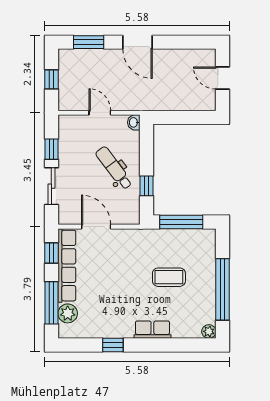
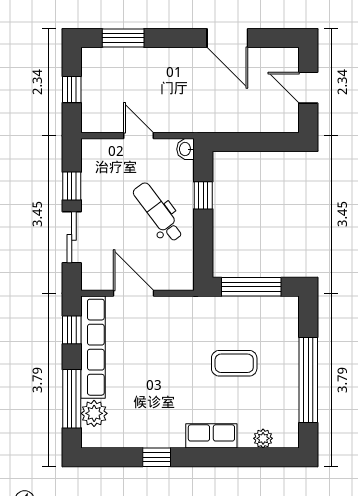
door: (138, 42) -> (227, 38), moved
window: (147, 186) -> (203, 195), moved
plant: (209, 331) -> (263, 438), moved

